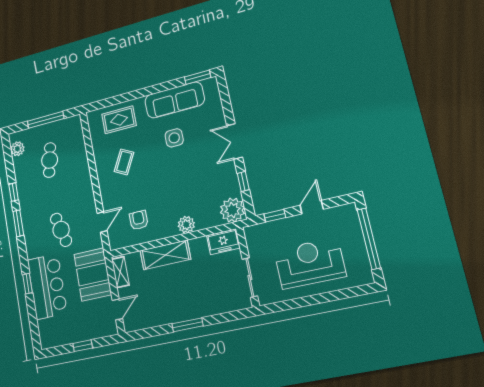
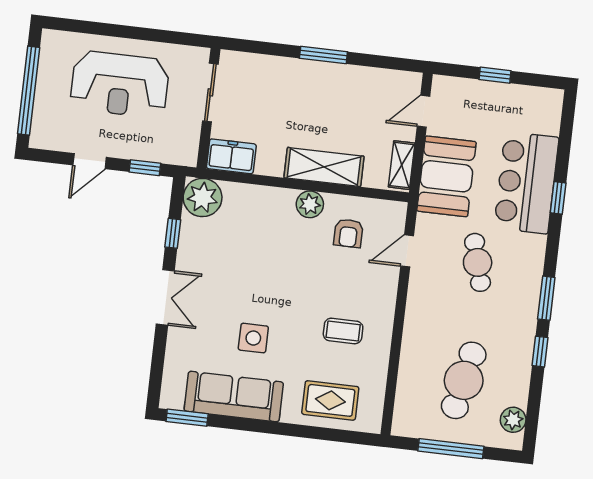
cafe table: (50, 160) -> (464, 380), width x1.37, depth x1.35
coffee table: (124, 162) -> (343, 331), turned 62
plant: (186, 225) -> (310, 204), moved

